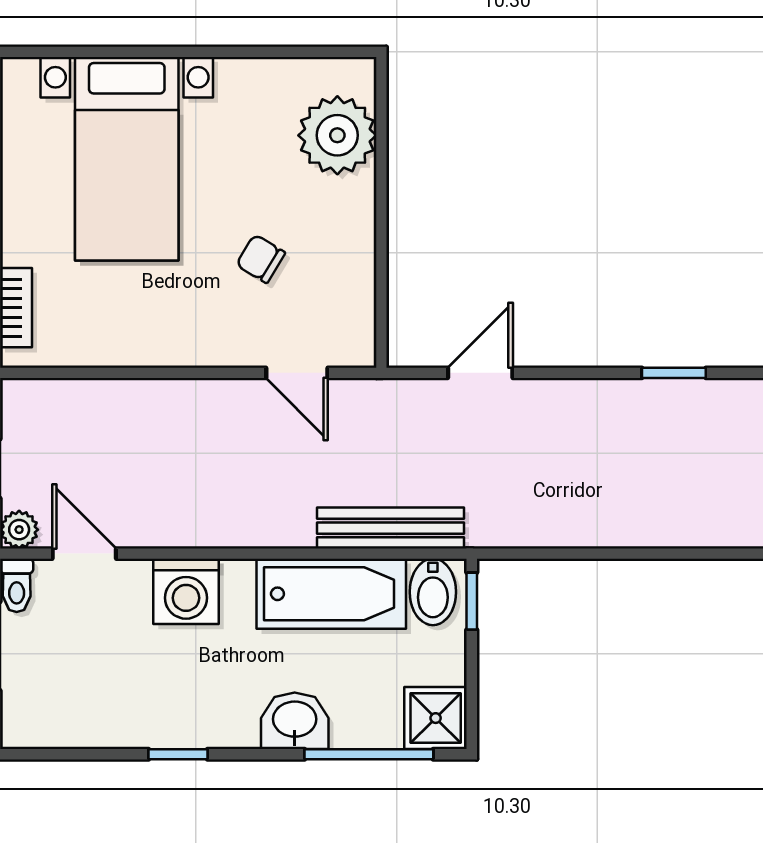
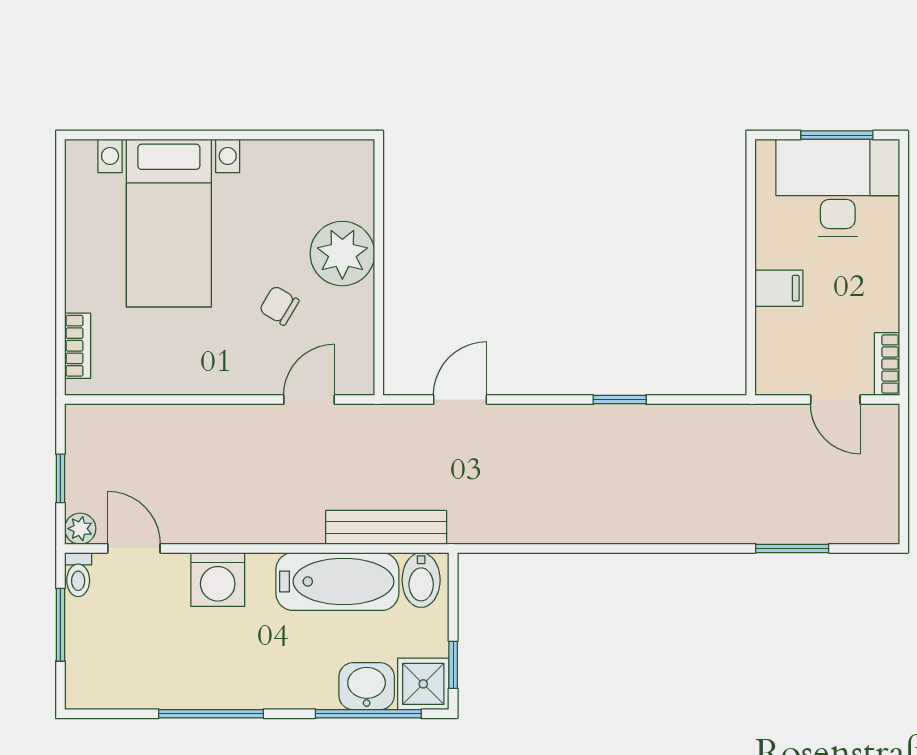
plant: (337, 135) -> (342, 254), moved
door: (297, 373) -> (309, 400), swing flipped
window: (472, 601) -> (453, 665), moved
washbasin: (295, 721) -> (367, 686), moved
window: (178, 754) -> (211, 714), width x2.17

